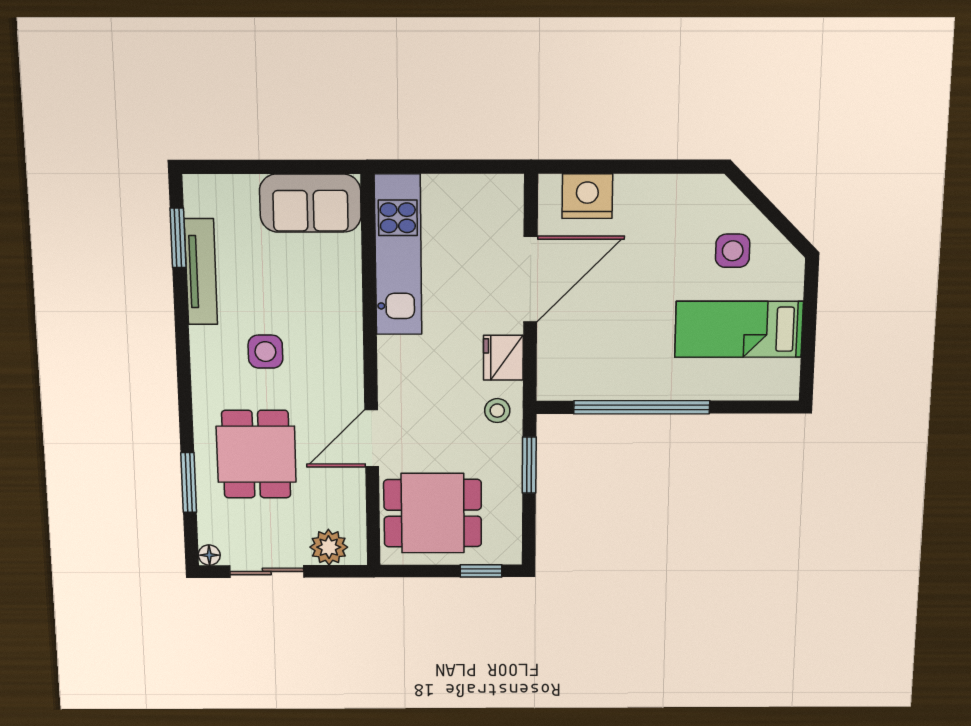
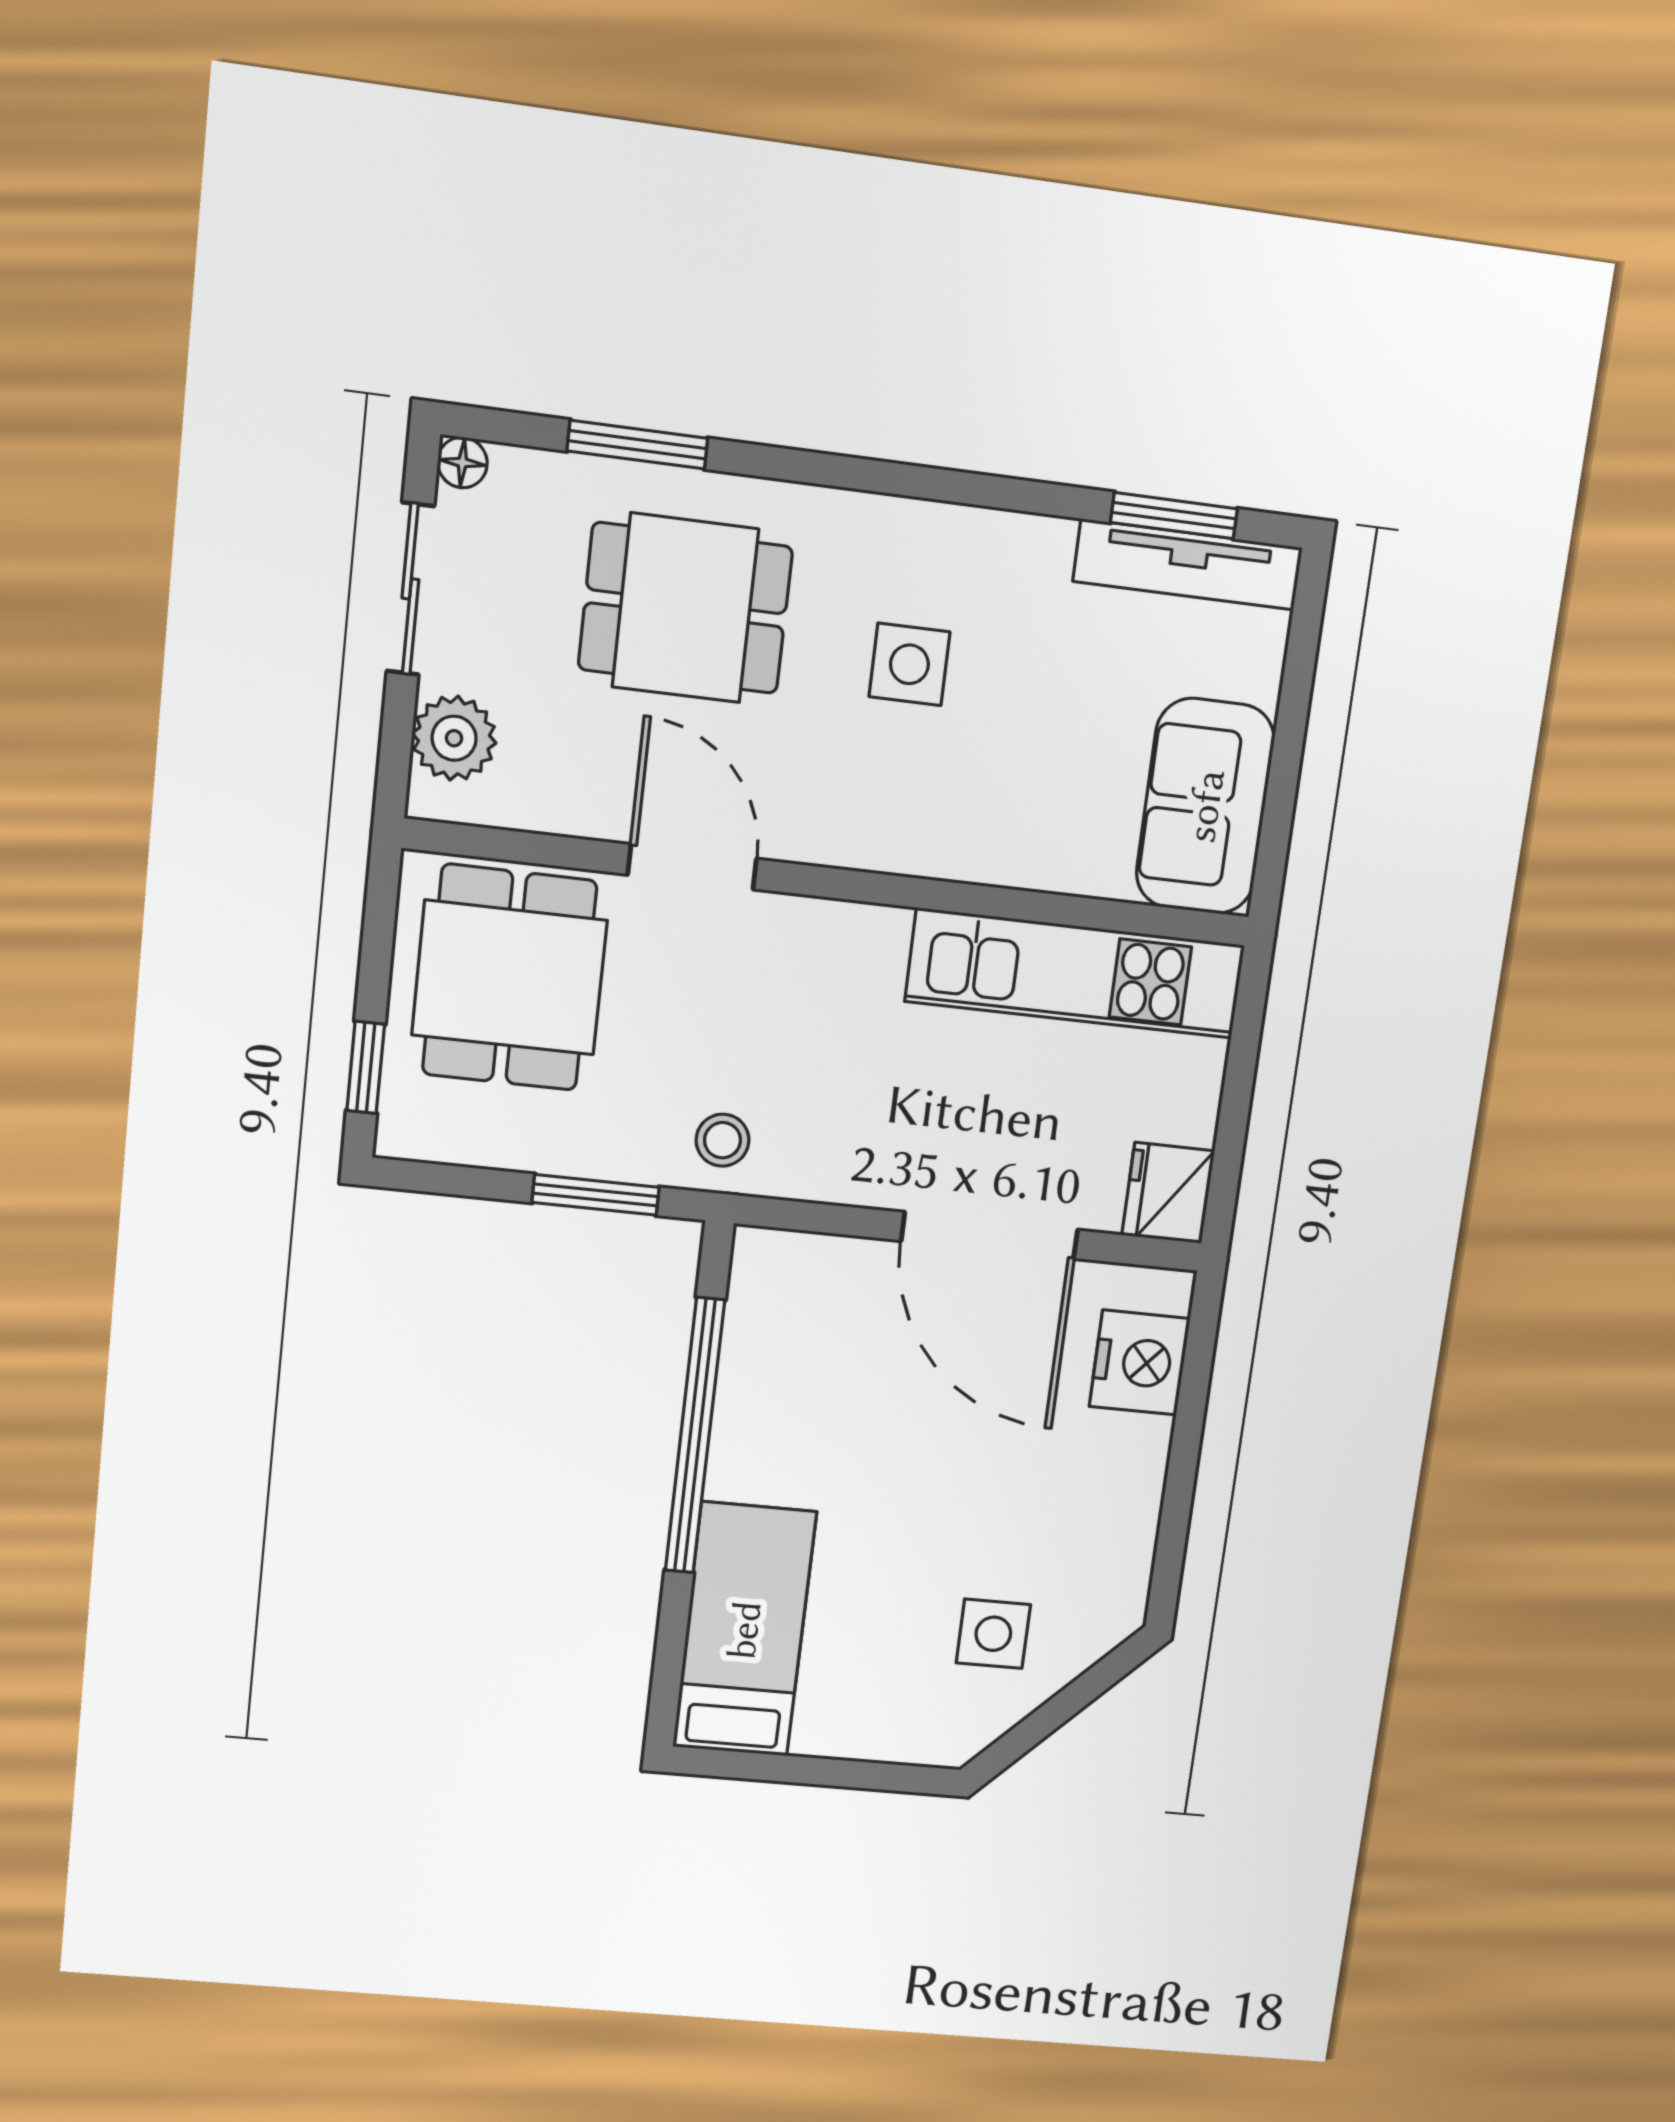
tv unit: (201, 272) -> (1188, 564), moved
bed: (739, 329) -> (744, 1630), moved
fridge: (503, 358) -> (1168, 1193), moved, turned -90

